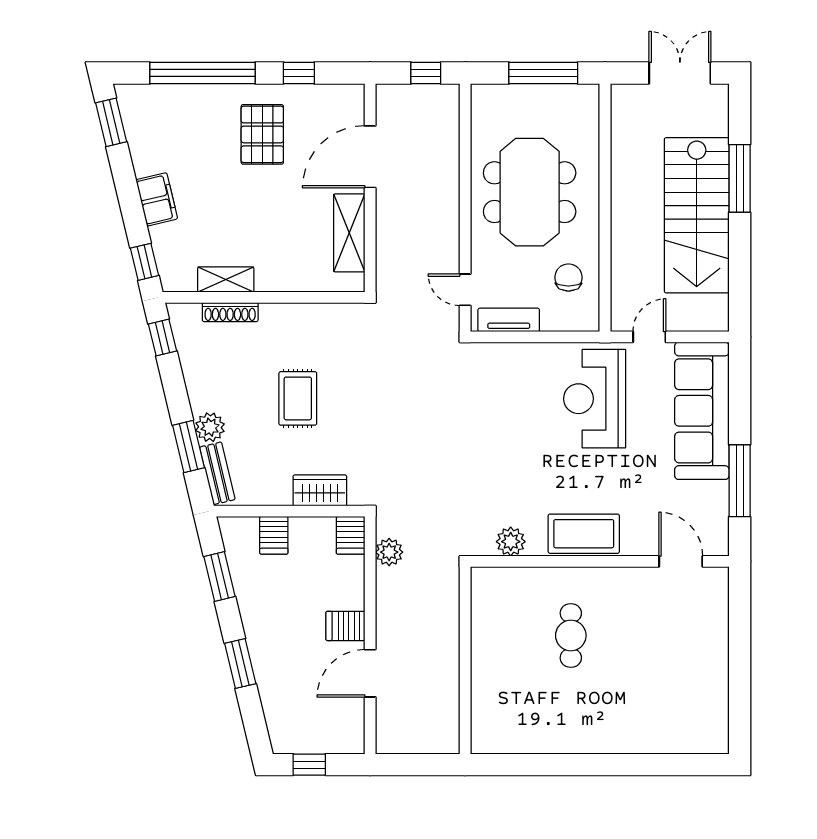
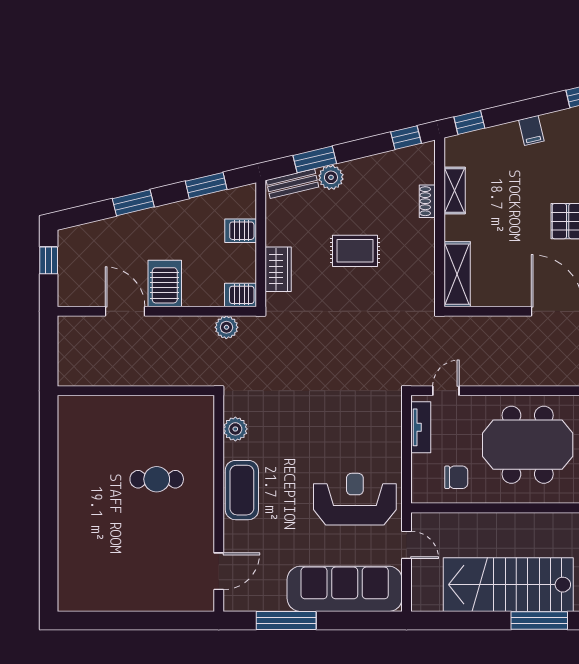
filing cabinet: (157, 199) -> (531, 130), width x0.50
shelving: (349, 233) -> (457, 274), moved, turned 90
shoe rack: (230, 312) -> (427, 201), width x0.70
server rack: (345, 626) -> (165, 283), width x1.36, depth x1.44

